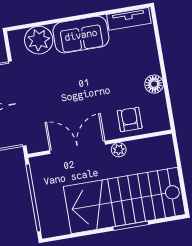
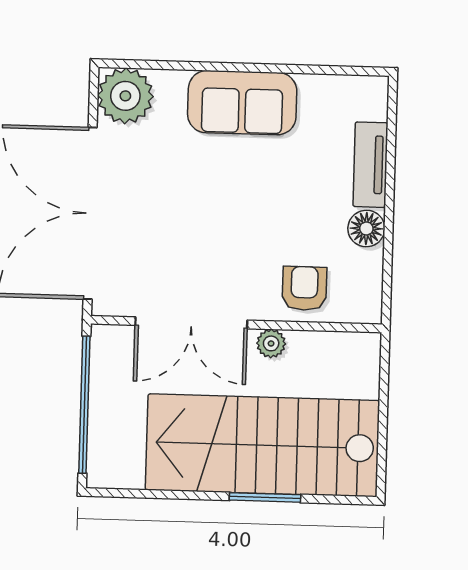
tv unit: (129, 19) -> (370, 165), moved, turned 90
plant: (39, 40) -> (125, 96), moved
double door: (78, 147) -> (191, 323), swing flipped

